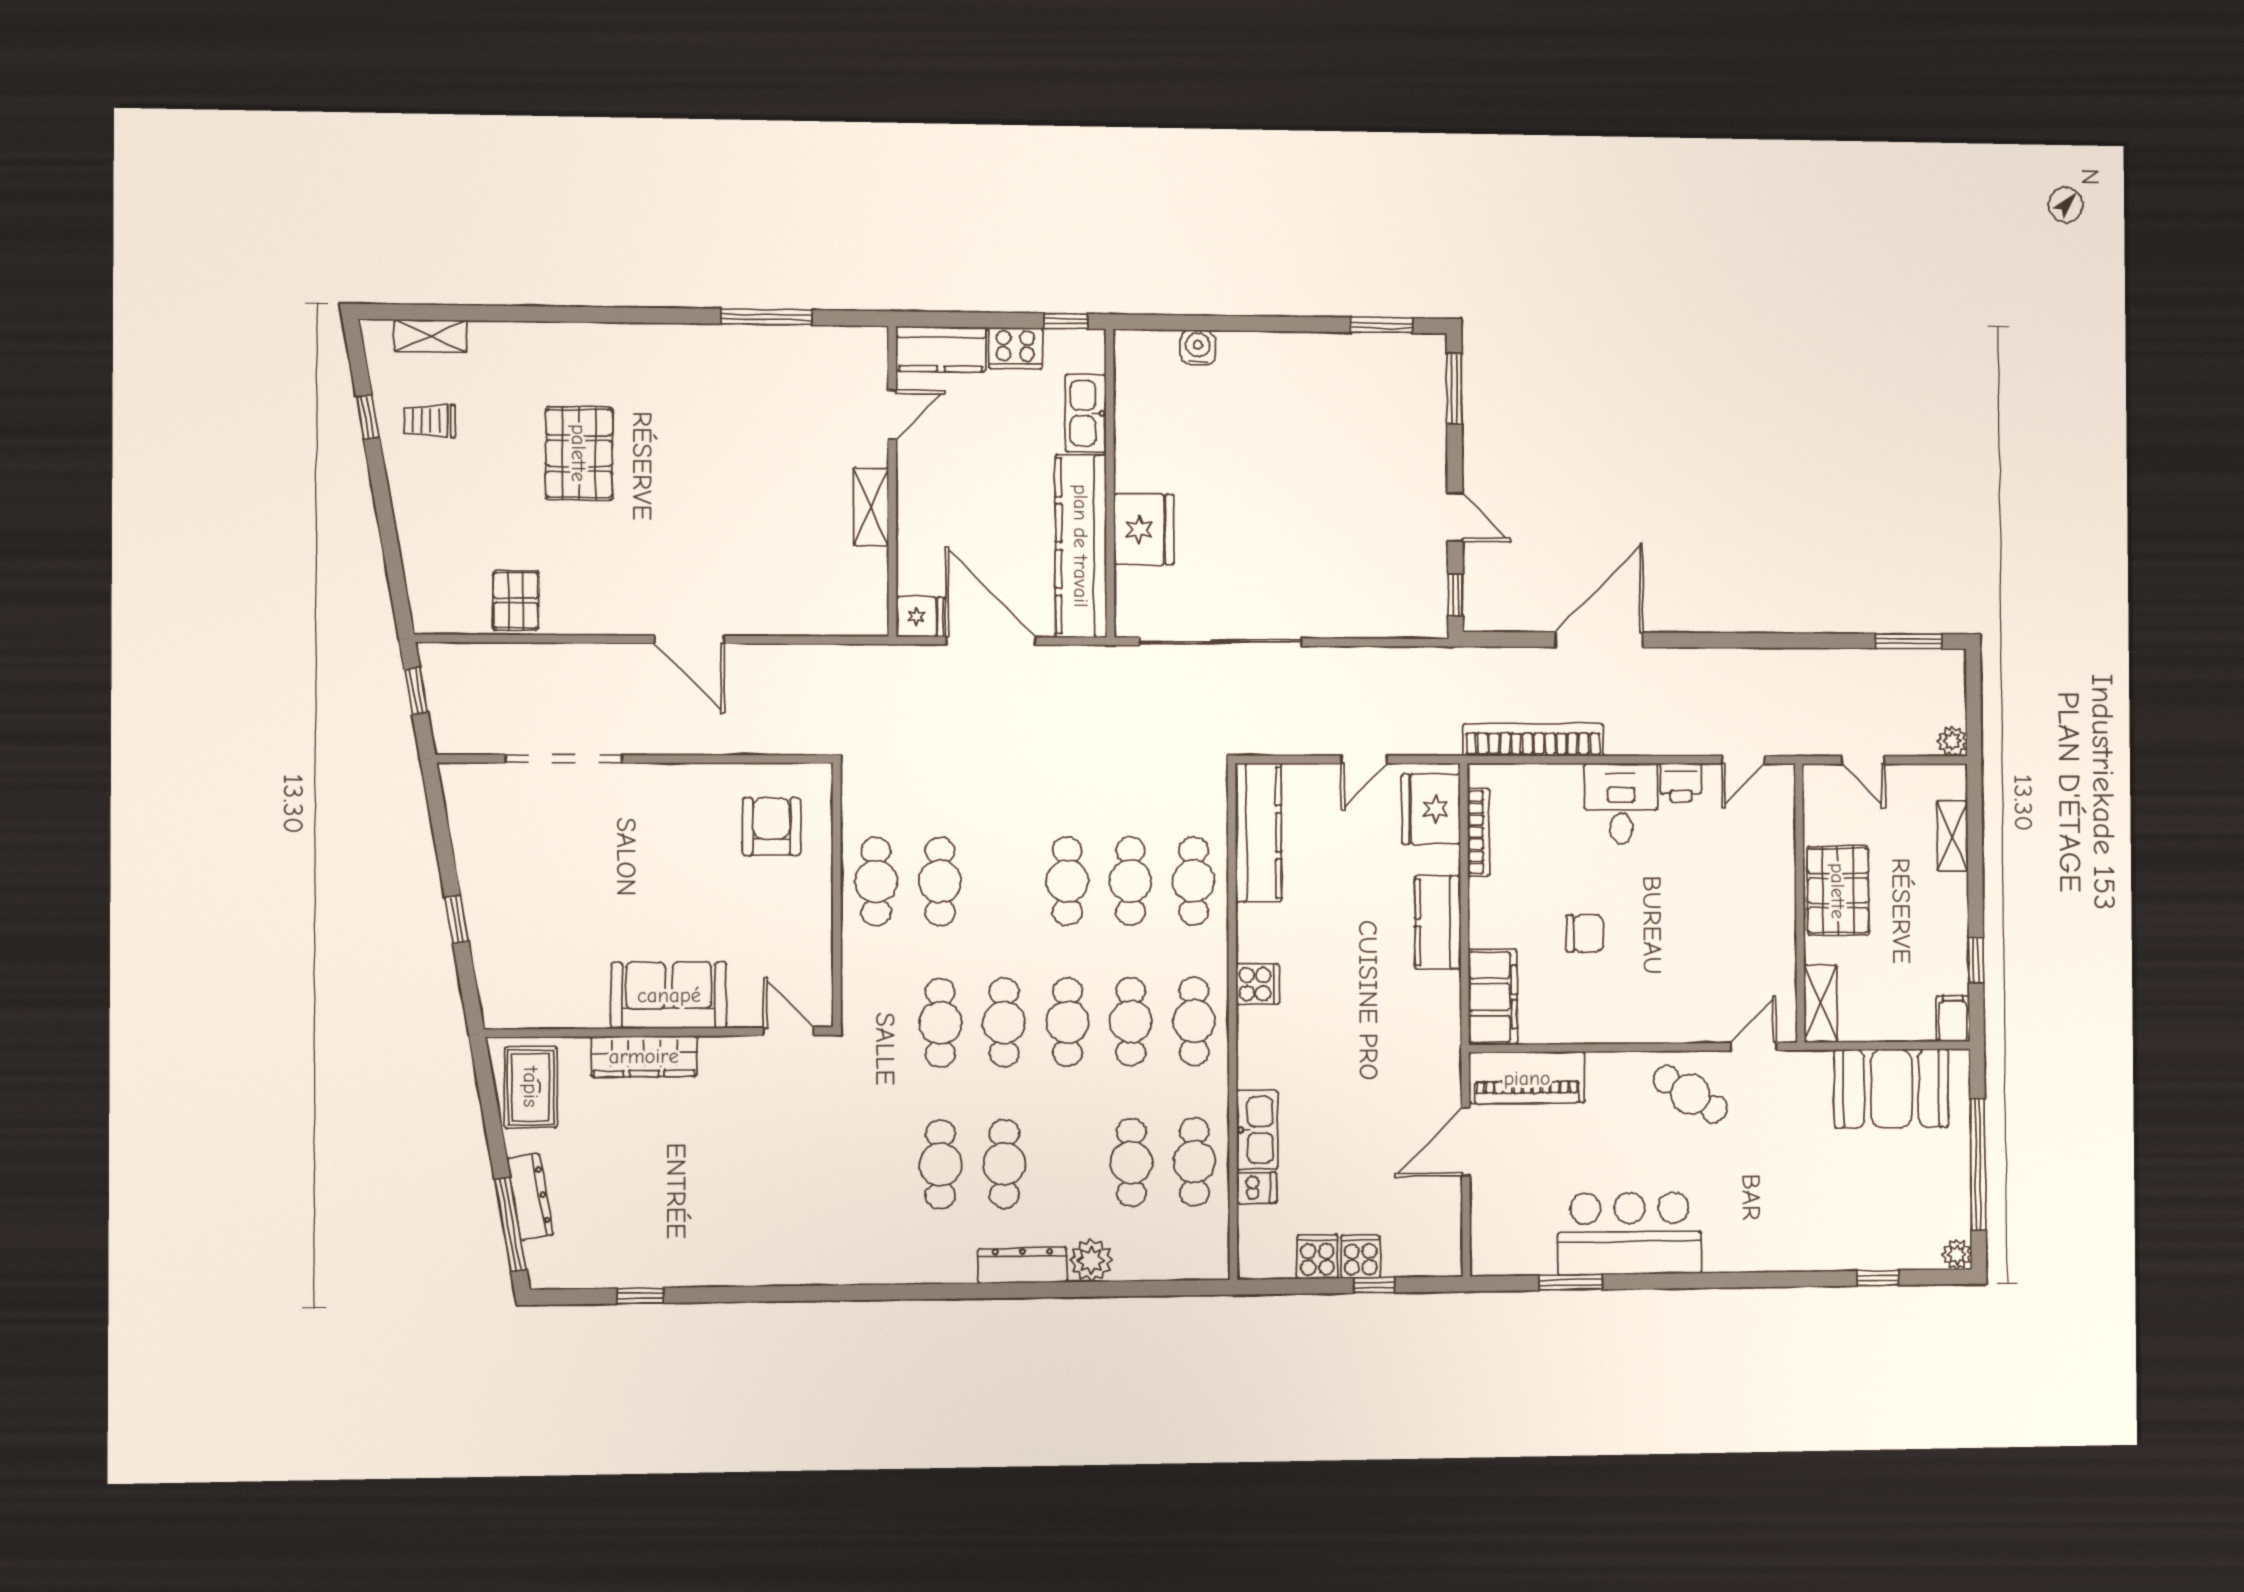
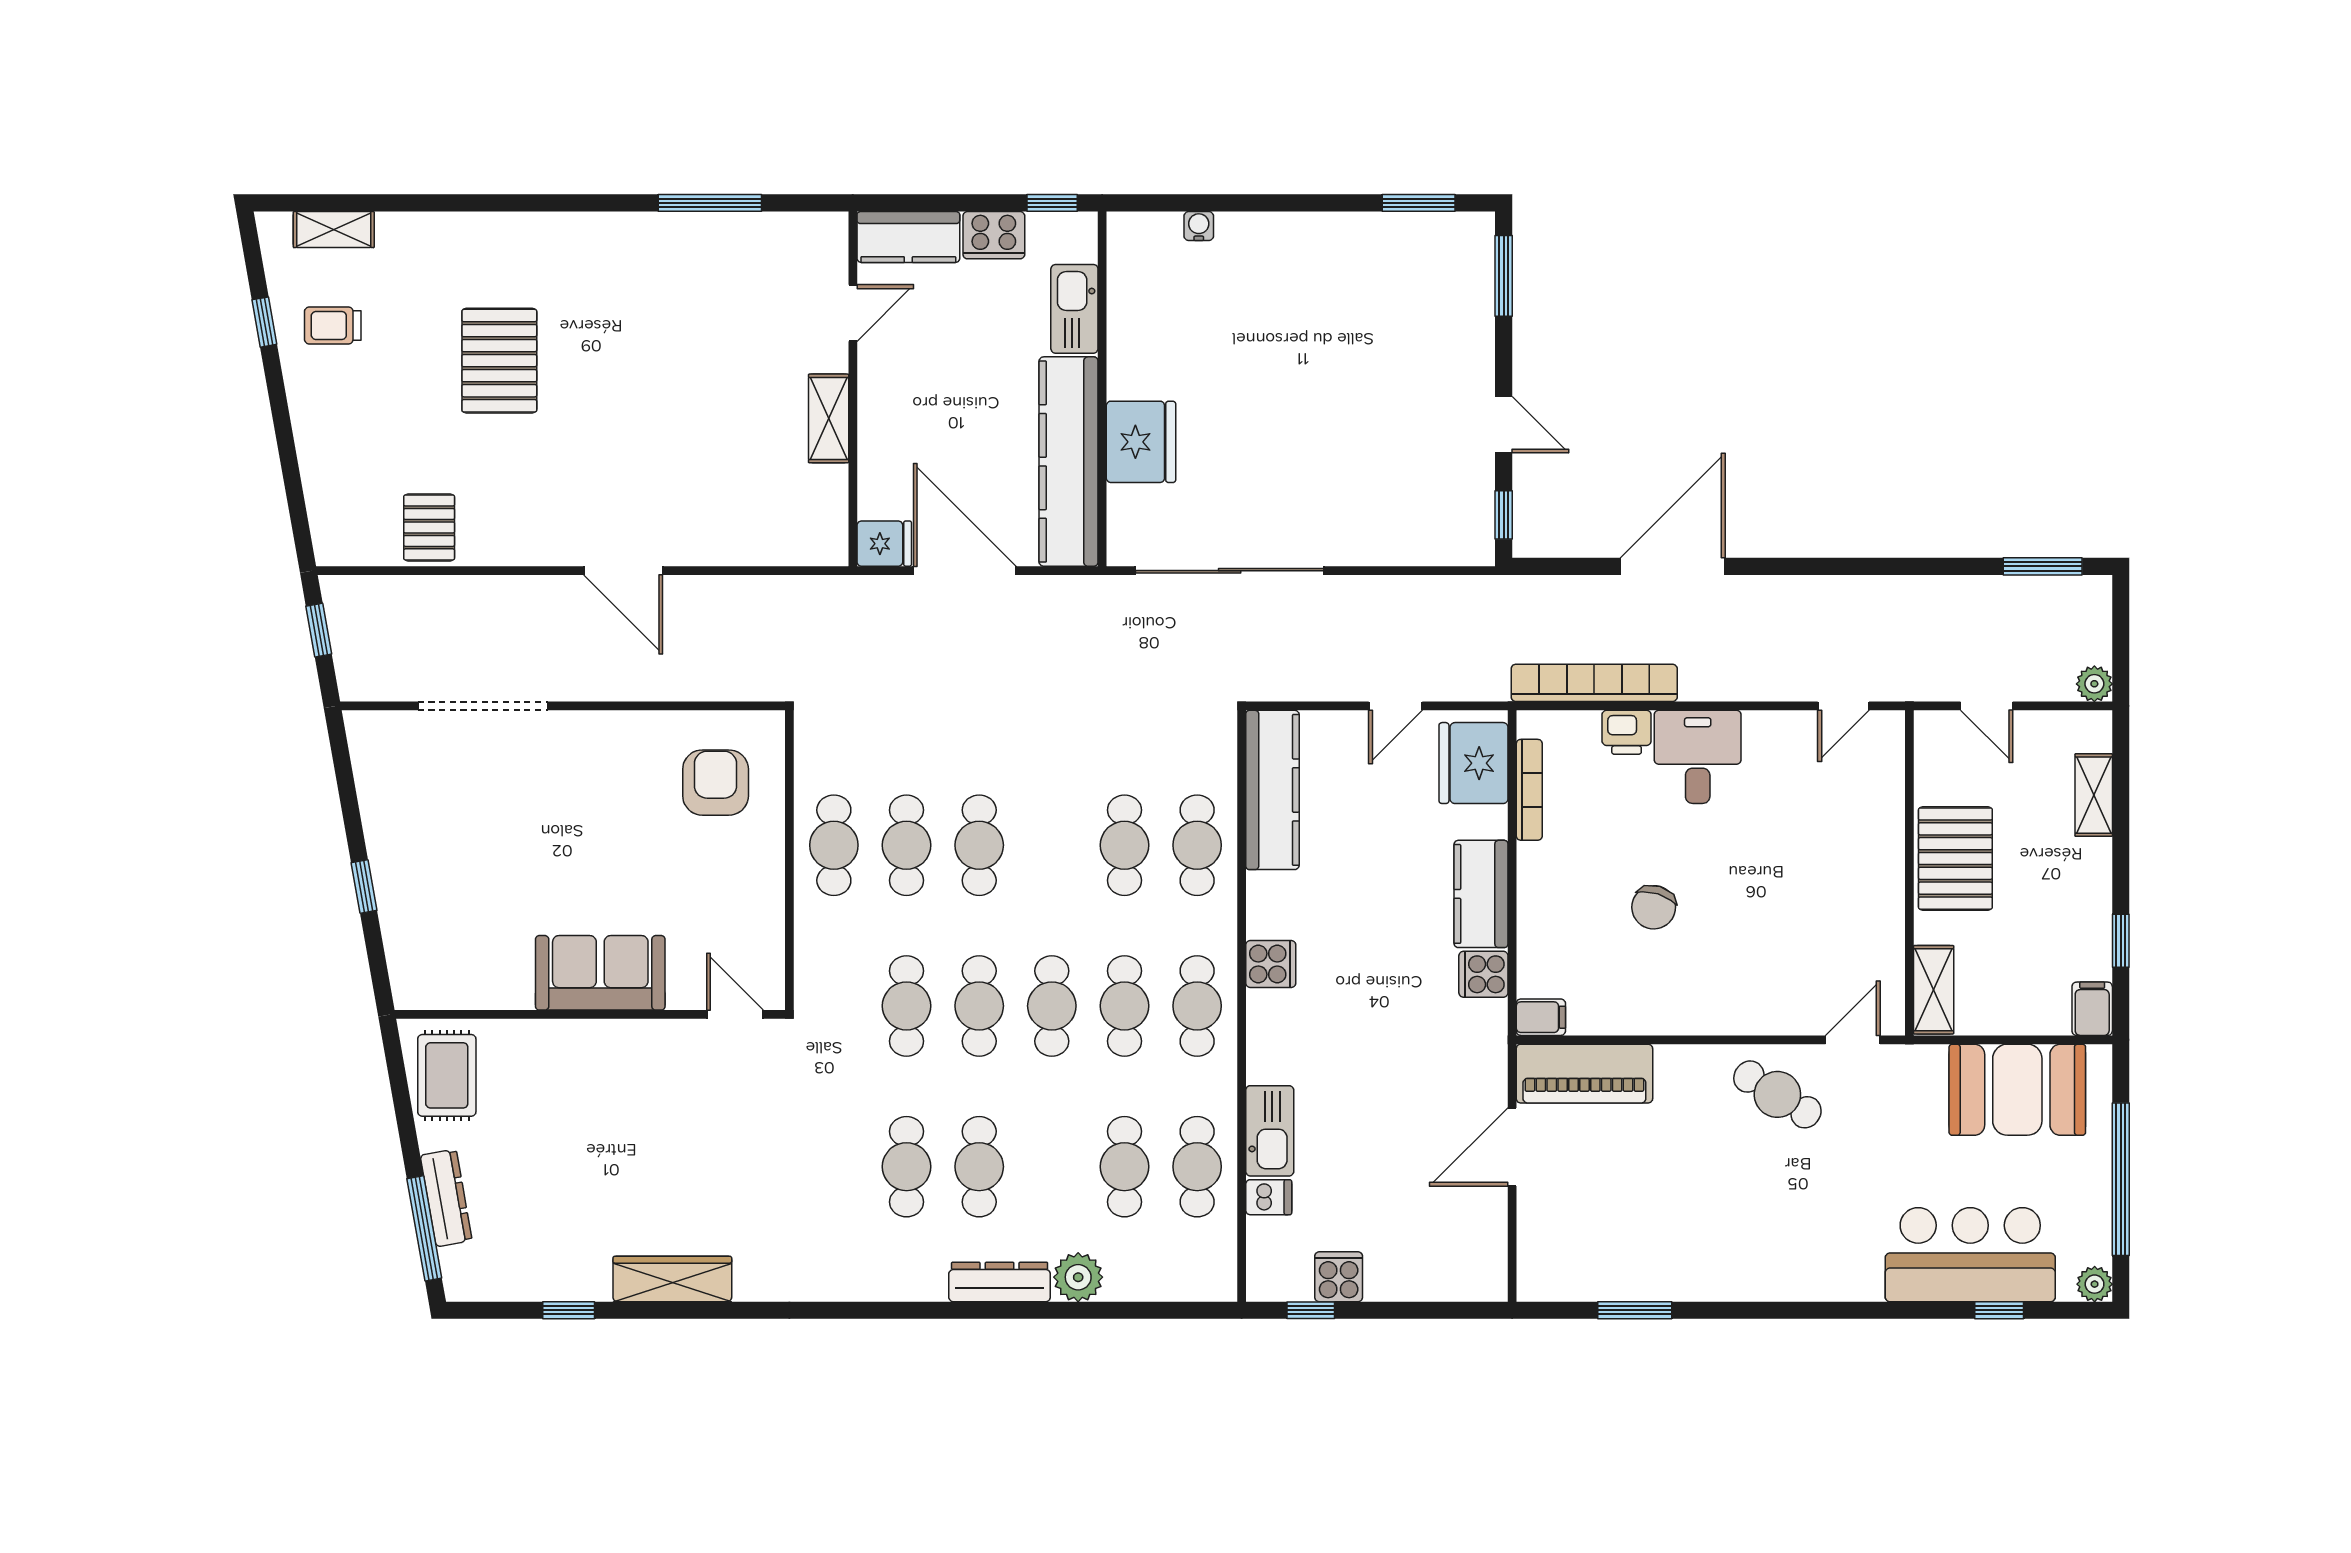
water cooler: (1198, 348) -> (1199, 226), width x0.72, depth x0.72
printer: (1681, 782) -> (1627, 732), moved
cafe table: (1067, 881) -> (979, 845), moved
chair: (1585, 933) -> (1654, 907), turned 107
filing cabinet: (1493, 997) -> (1541, 1017), width x0.33, depth x0.86
wardrobe: (644, 1056) -> (672, 1279), moved, turned 180
bar counter: (1630, 1233) -> (1970, 1255), moved
cooker: (1361, 1257) -> (1483, 974), moved, turned -90
window: (1374, 1285) -> (1311, 1310), moved

